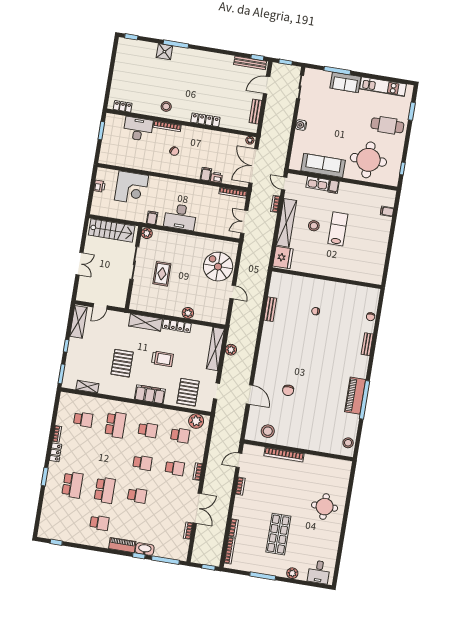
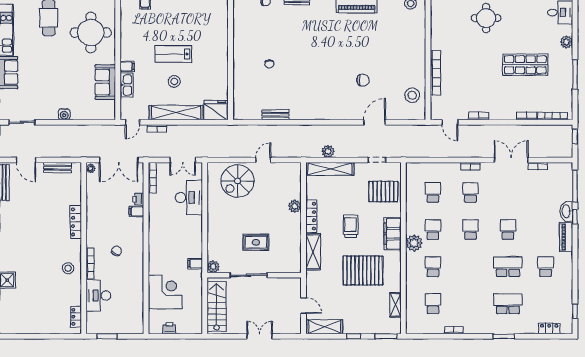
sofa: (323, 165) -> (105, 82), width x0.73
desk: (180, 217) -> (189, 197), moved
pallet: (122, 363) -> (363, 271), width x1.37, depth x1.41
plant: (196, 421) -> (414, 243), moved
school desk: (115, 425) -> (433, 267), width x0.54
locker: (56, 452) -> (549, 328), moved

